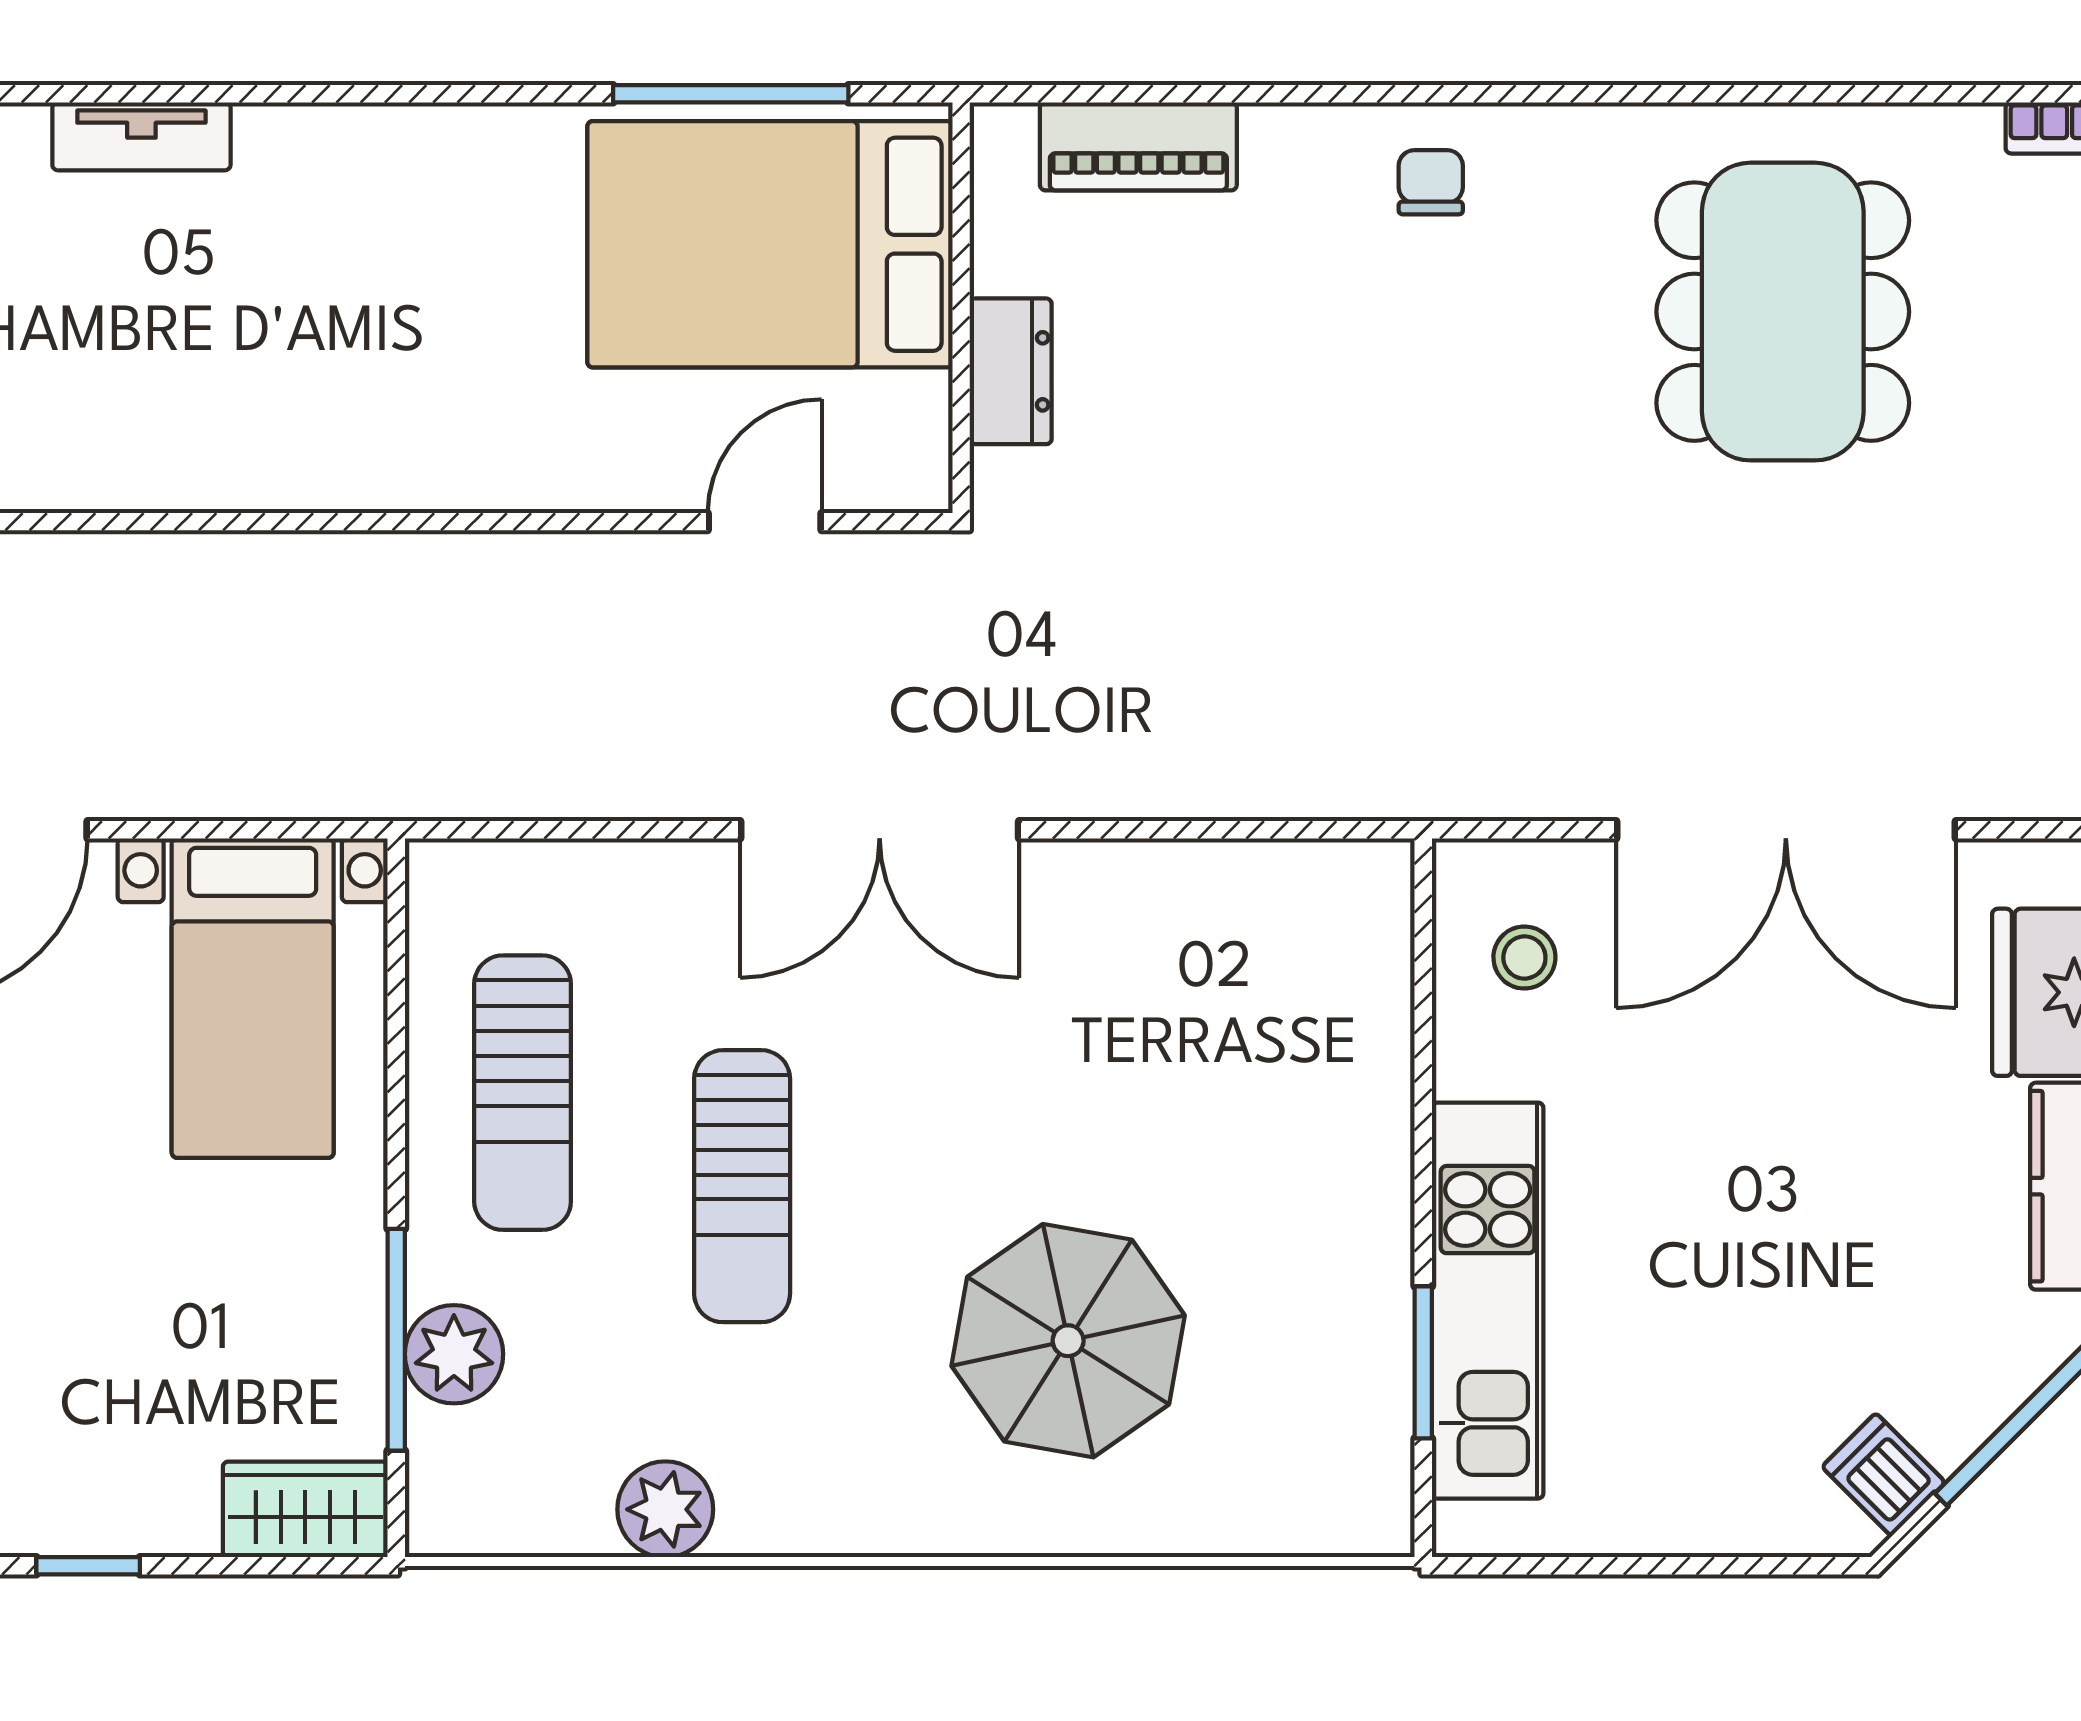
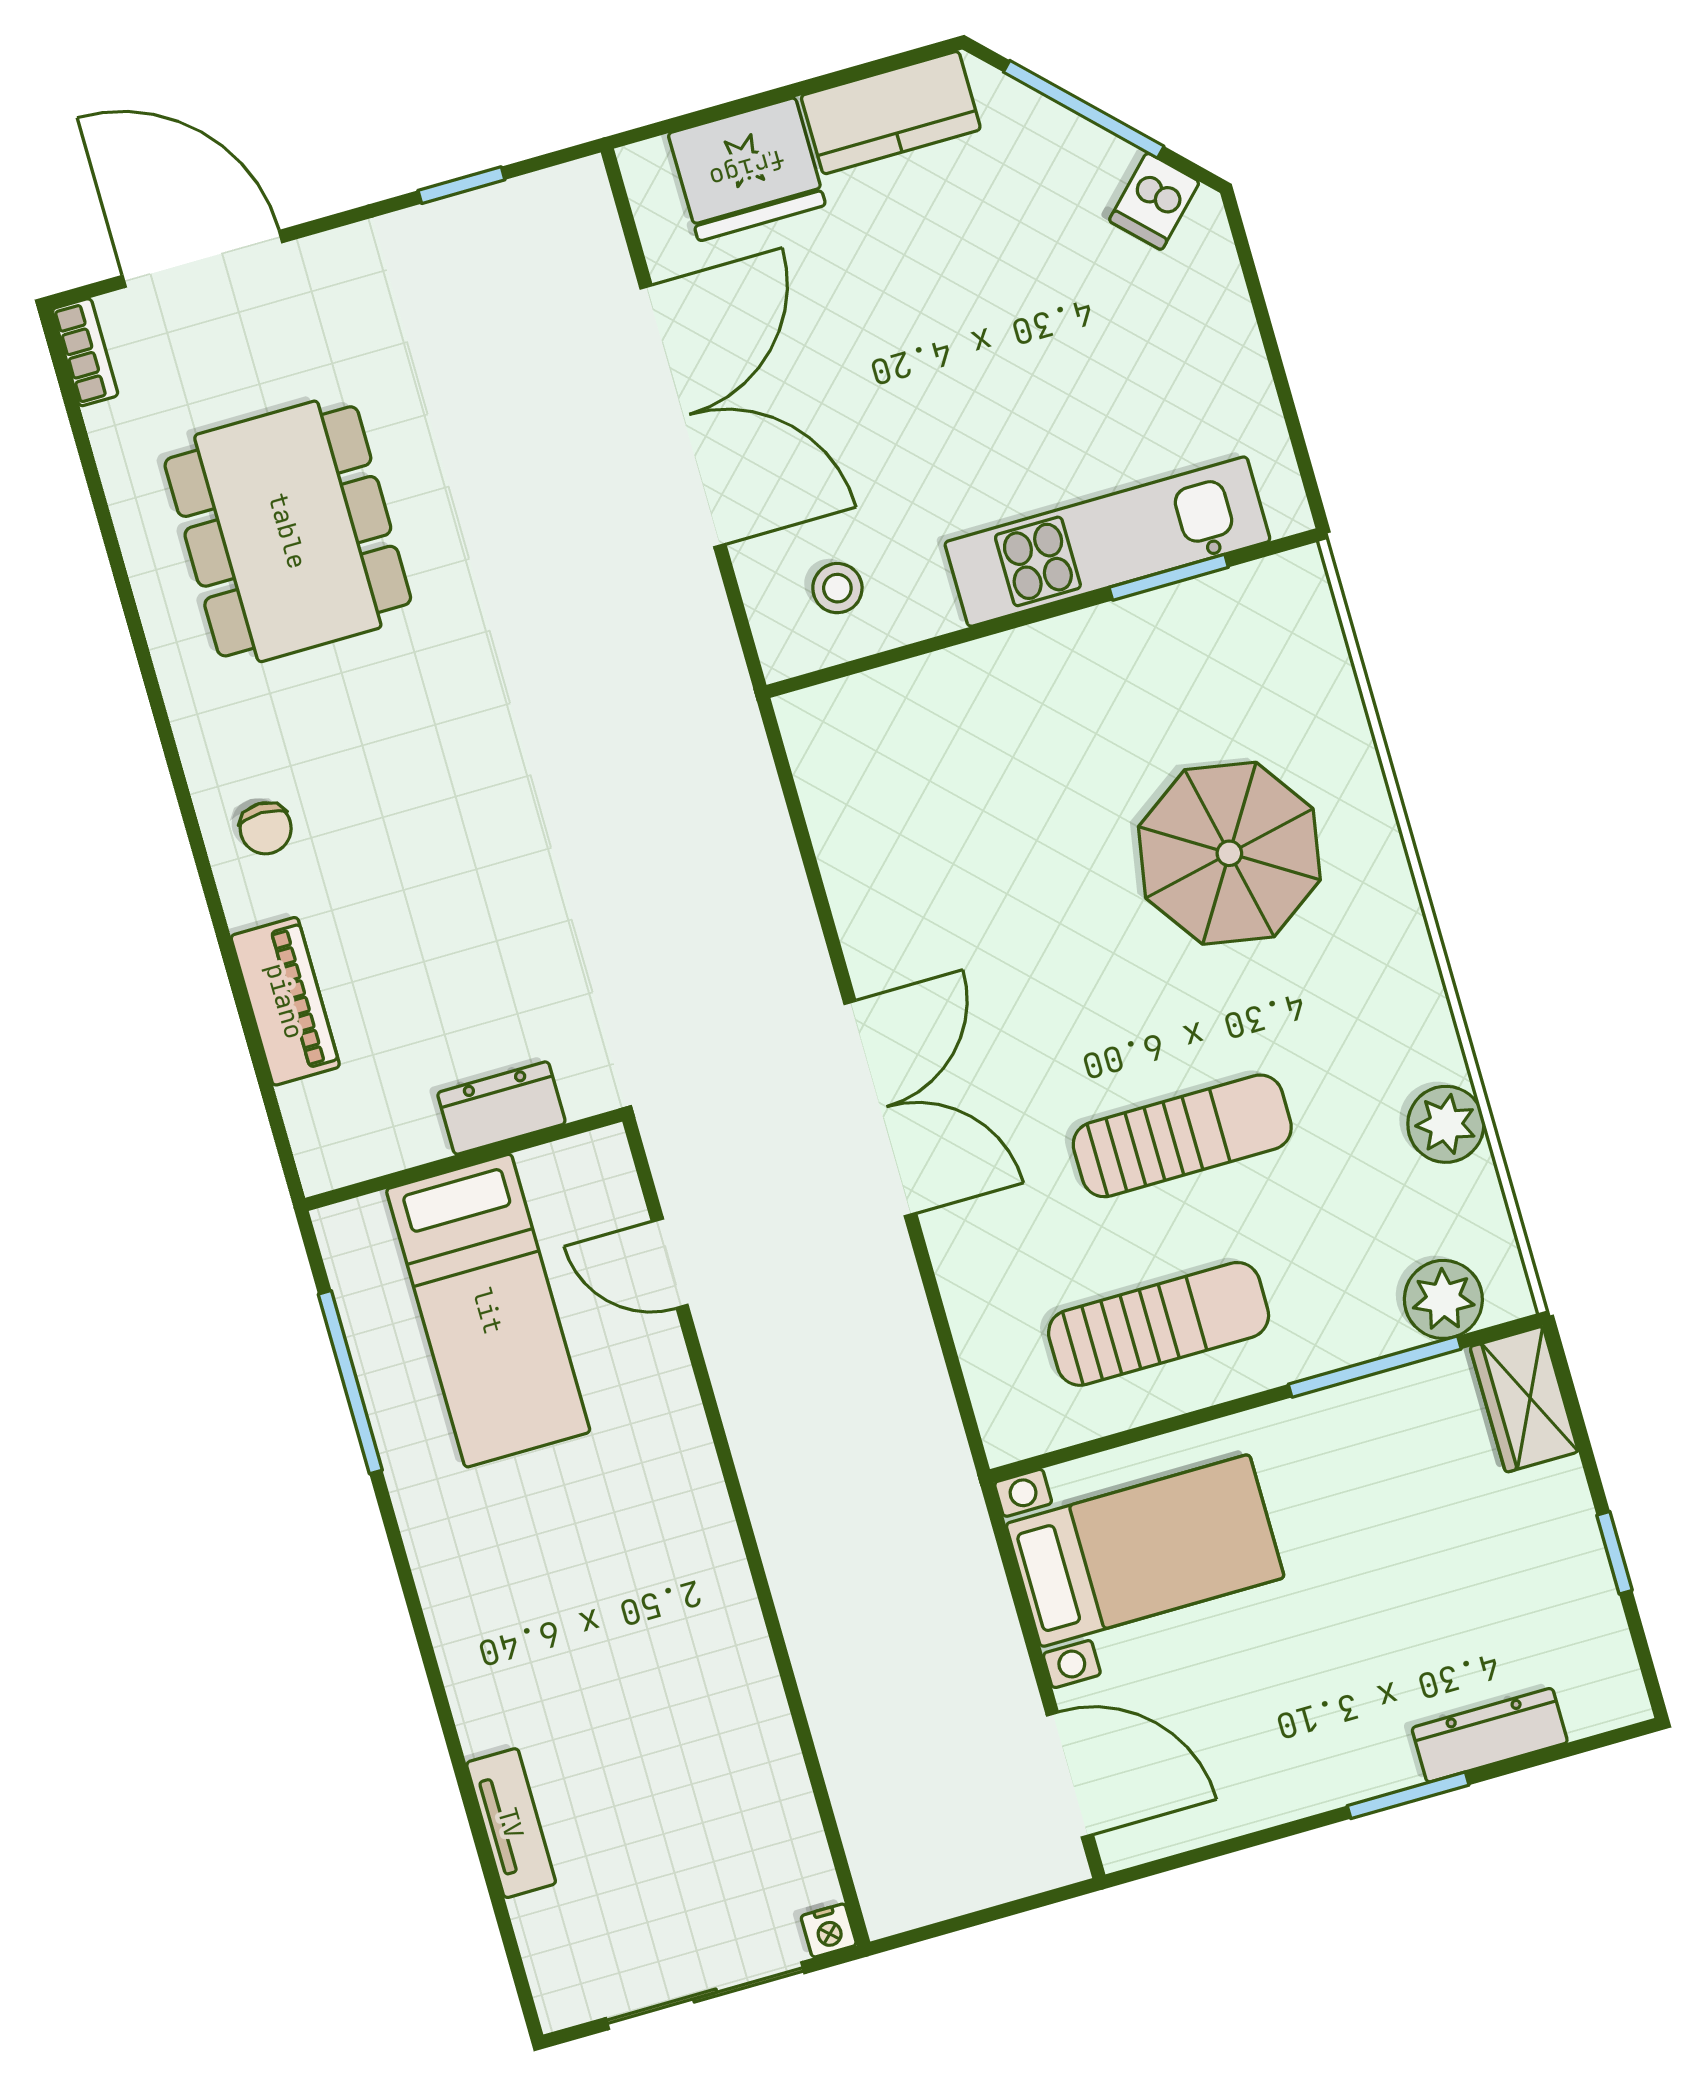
piano: (1138, 146) -> (285, 1001), moved
chair: (1431, 182) -> (266, 828), turned -90
bed: (770, 244) -> (488, 1311), width x0.67
dining table: (1783, 312) -> (288, 531), turned 90
plant: (454, 1354) -> (1443, 1299), moved

